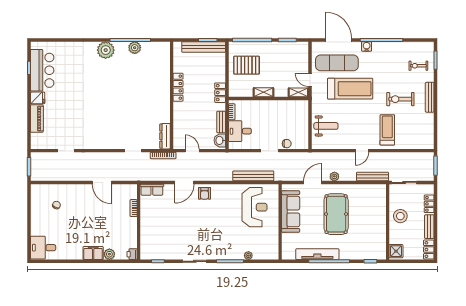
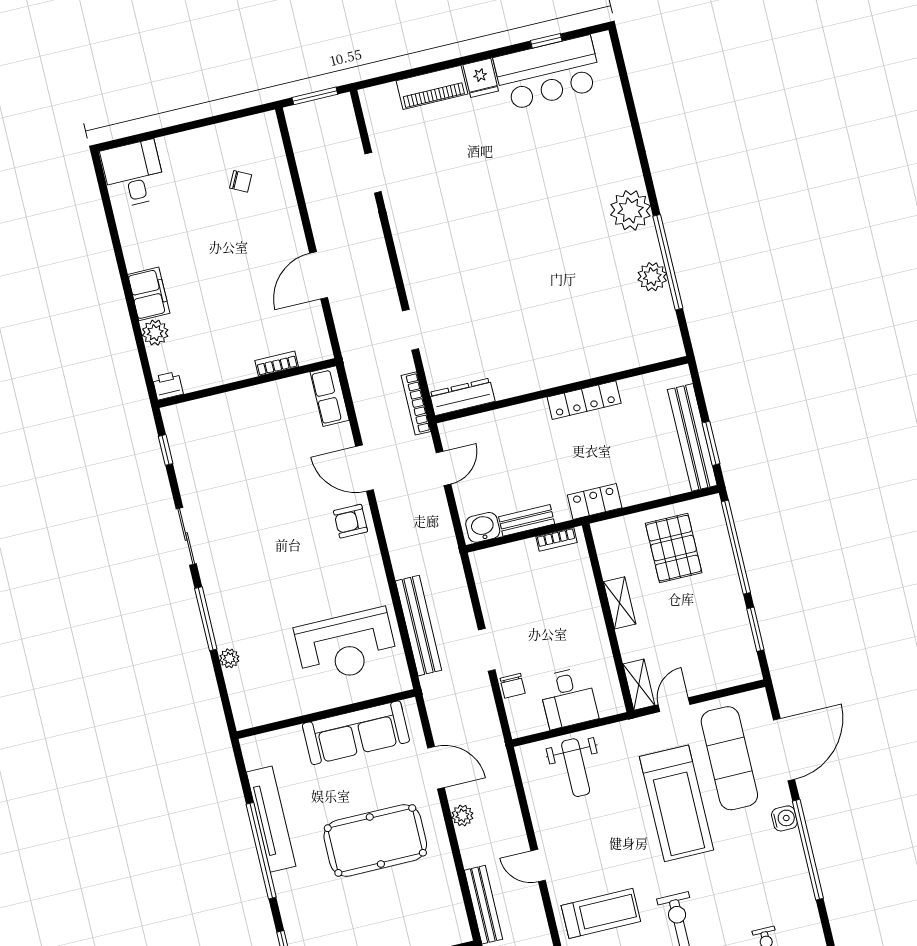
desk: (240, 131) -> (568, 698), moved, turned 180

